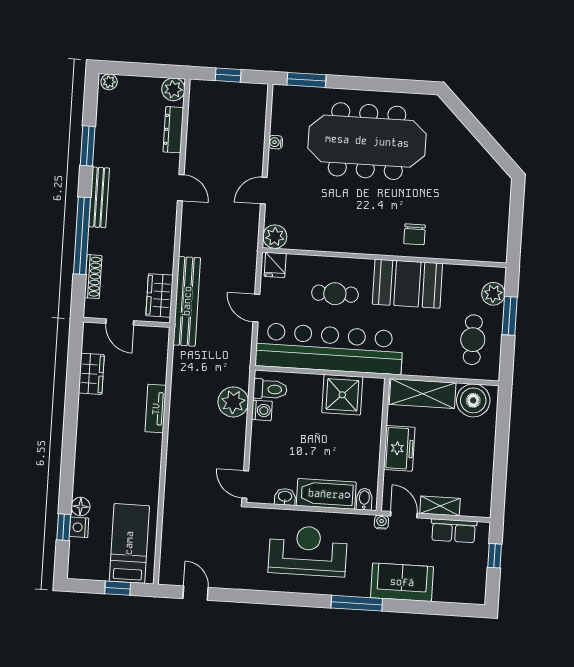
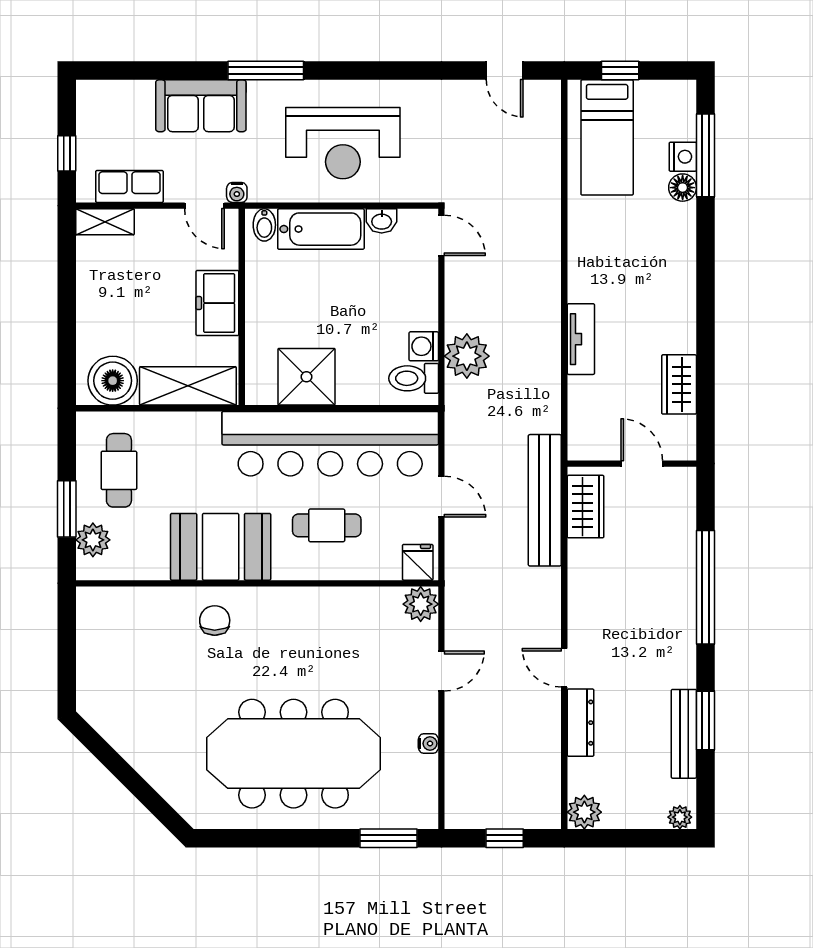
dresser: (173, 130) -> (581, 723), moved
bench: (99, 197) -> (684, 734), moved
shoe rack: (93, 277) -> (685, 528), removed
shelving: (440, 506) -> (105, 222), moved
window: (64, 527) -> (706, 155), width x2.17

